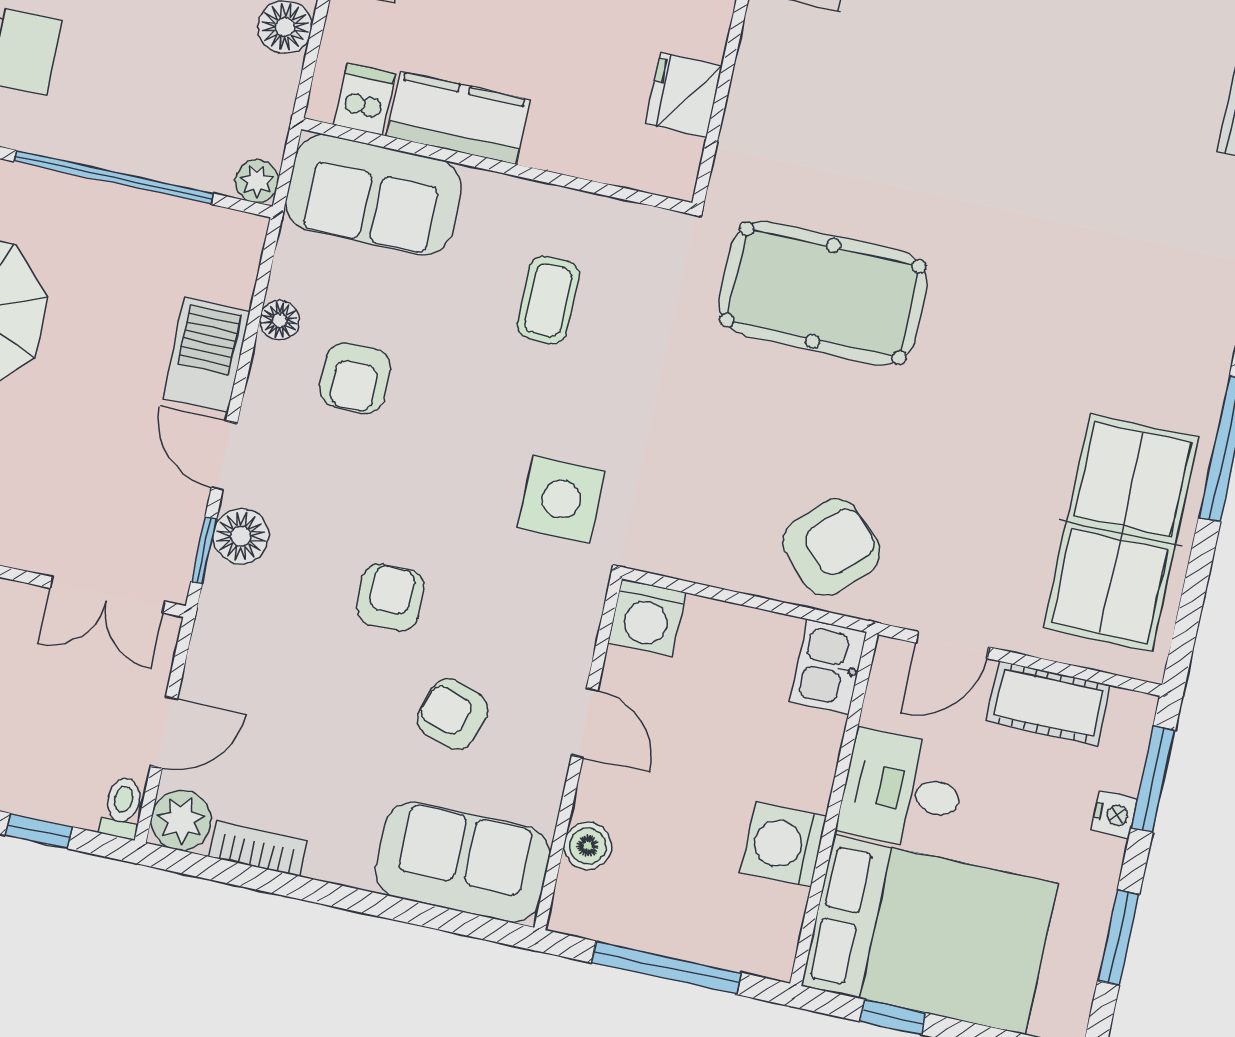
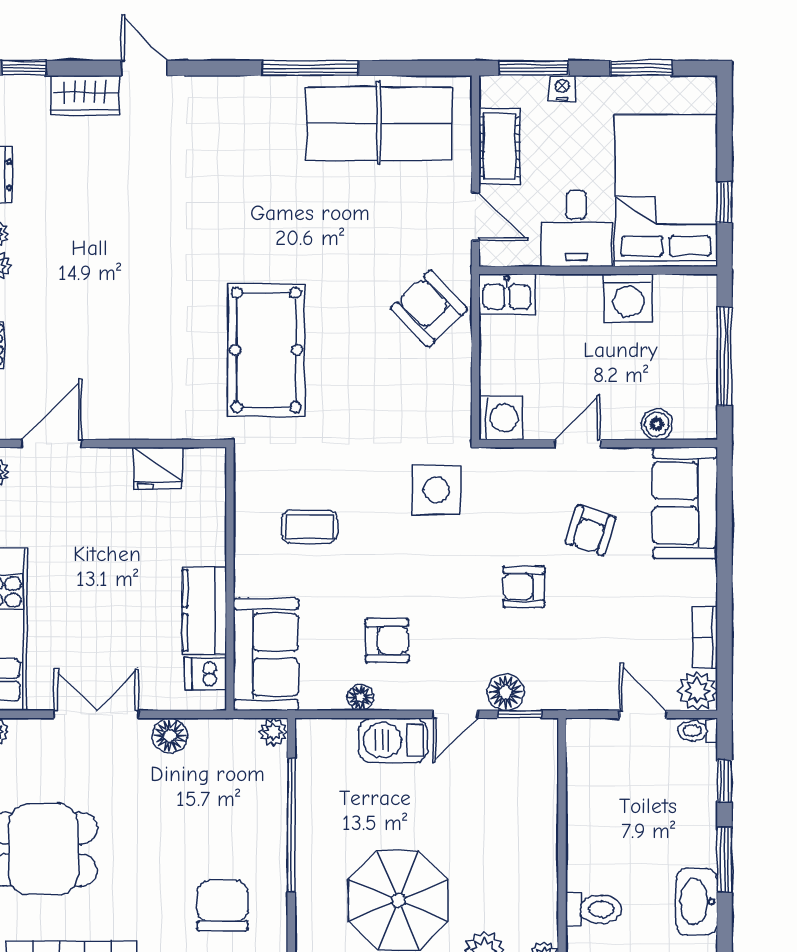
double door: (107, 595) -> (562, 770), removed

